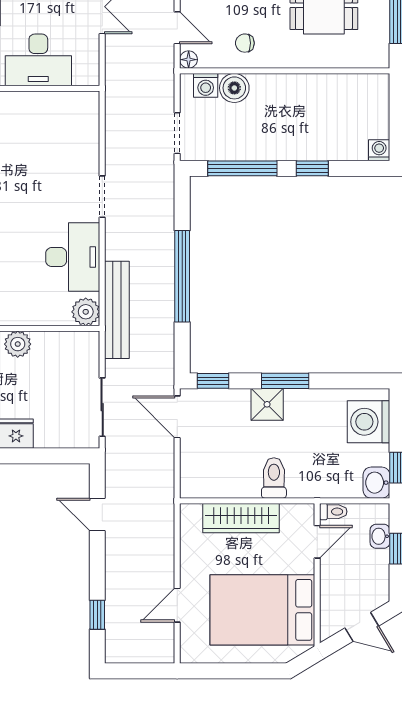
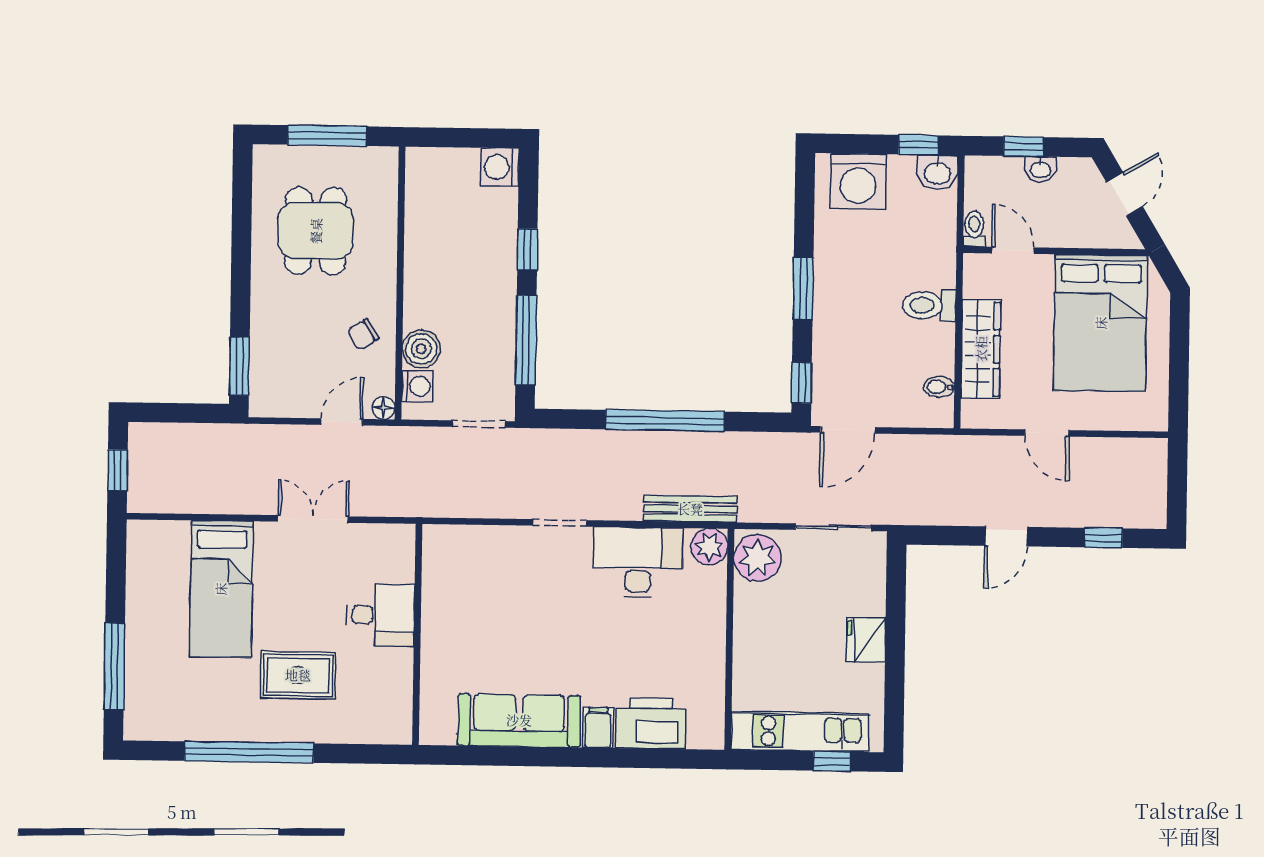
chair: (245, 43) -> (363, 334), turned 58
desk: (38, 60) -> (381, 615), width x0.73
washing machine: (379, 150) -> (500, 167), width x1.38, depth x1.38
bench: (117, 310) -> (690, 509), width x0.73, depth x0.82
plant: (18, 344) -> (757, 558), moved, width x1.36, depth x1.36
shower: (267, 404) -> (833, 313), removed
bidet: (211, 486) -> (939, 387), added
door: (97, 515) -> (1006, 536), moved
washbasin: (380, 536) -> (1040, 169), moved
door: (177, 605) -> (1047, 433), moved

